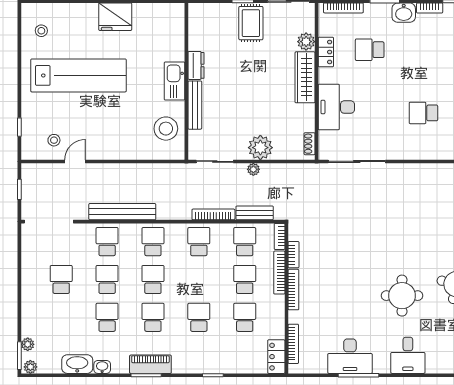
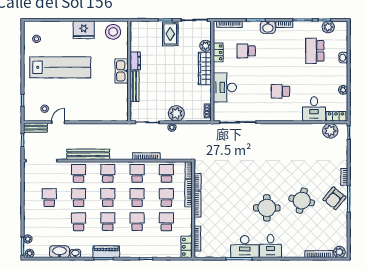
stool: (166, 129) -> (113, 32), moved
bench: (255, 213) -> (35, 128), moved
school desk: (199, 279) -> (137, 198), added
desk: (350, 356) -> (245, 247), moved

